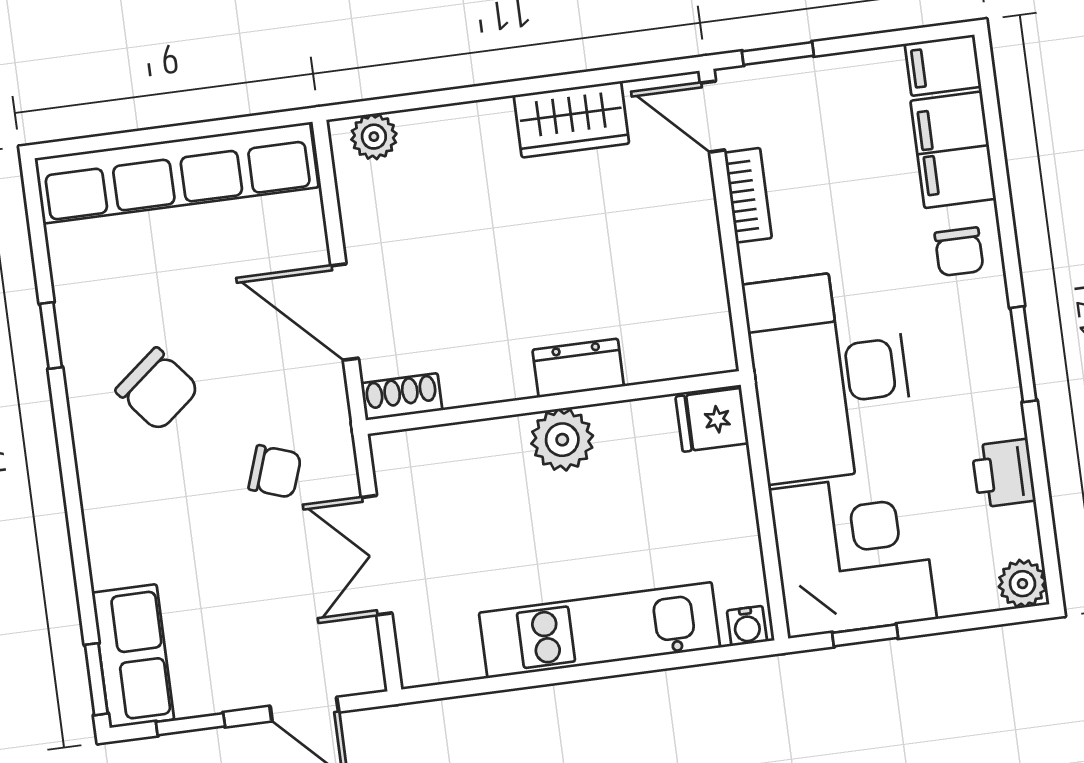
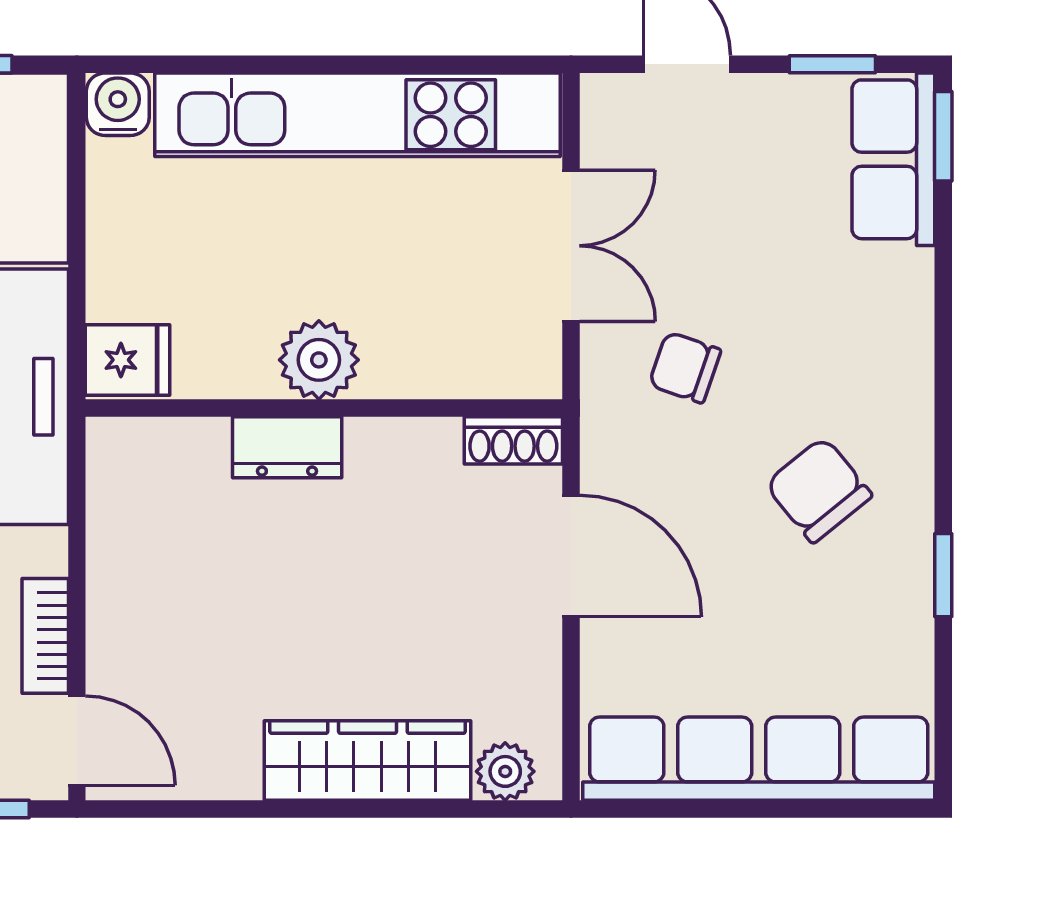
wardrobe: (571, 119) -> (368, 761), moved, width x1.50
water cooler: (747, 626) -> (118, 104), width x1.38, depth x1.38
kitchen unit: (600, 630) -> (358, 115), width x1.36

